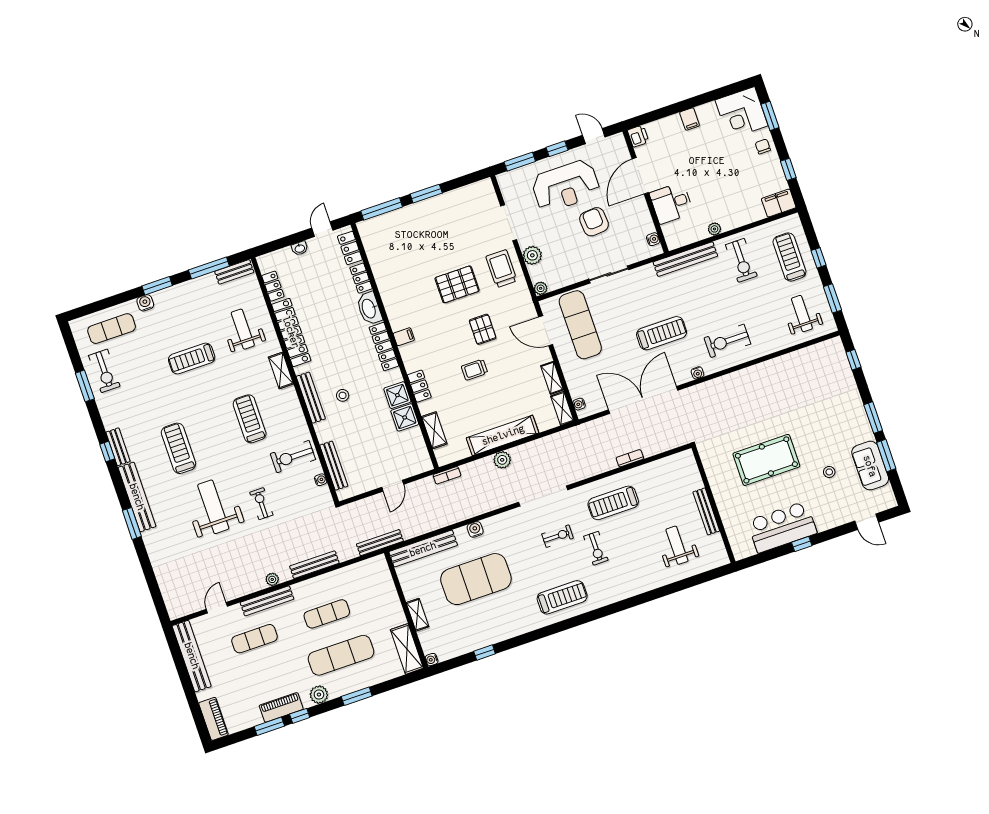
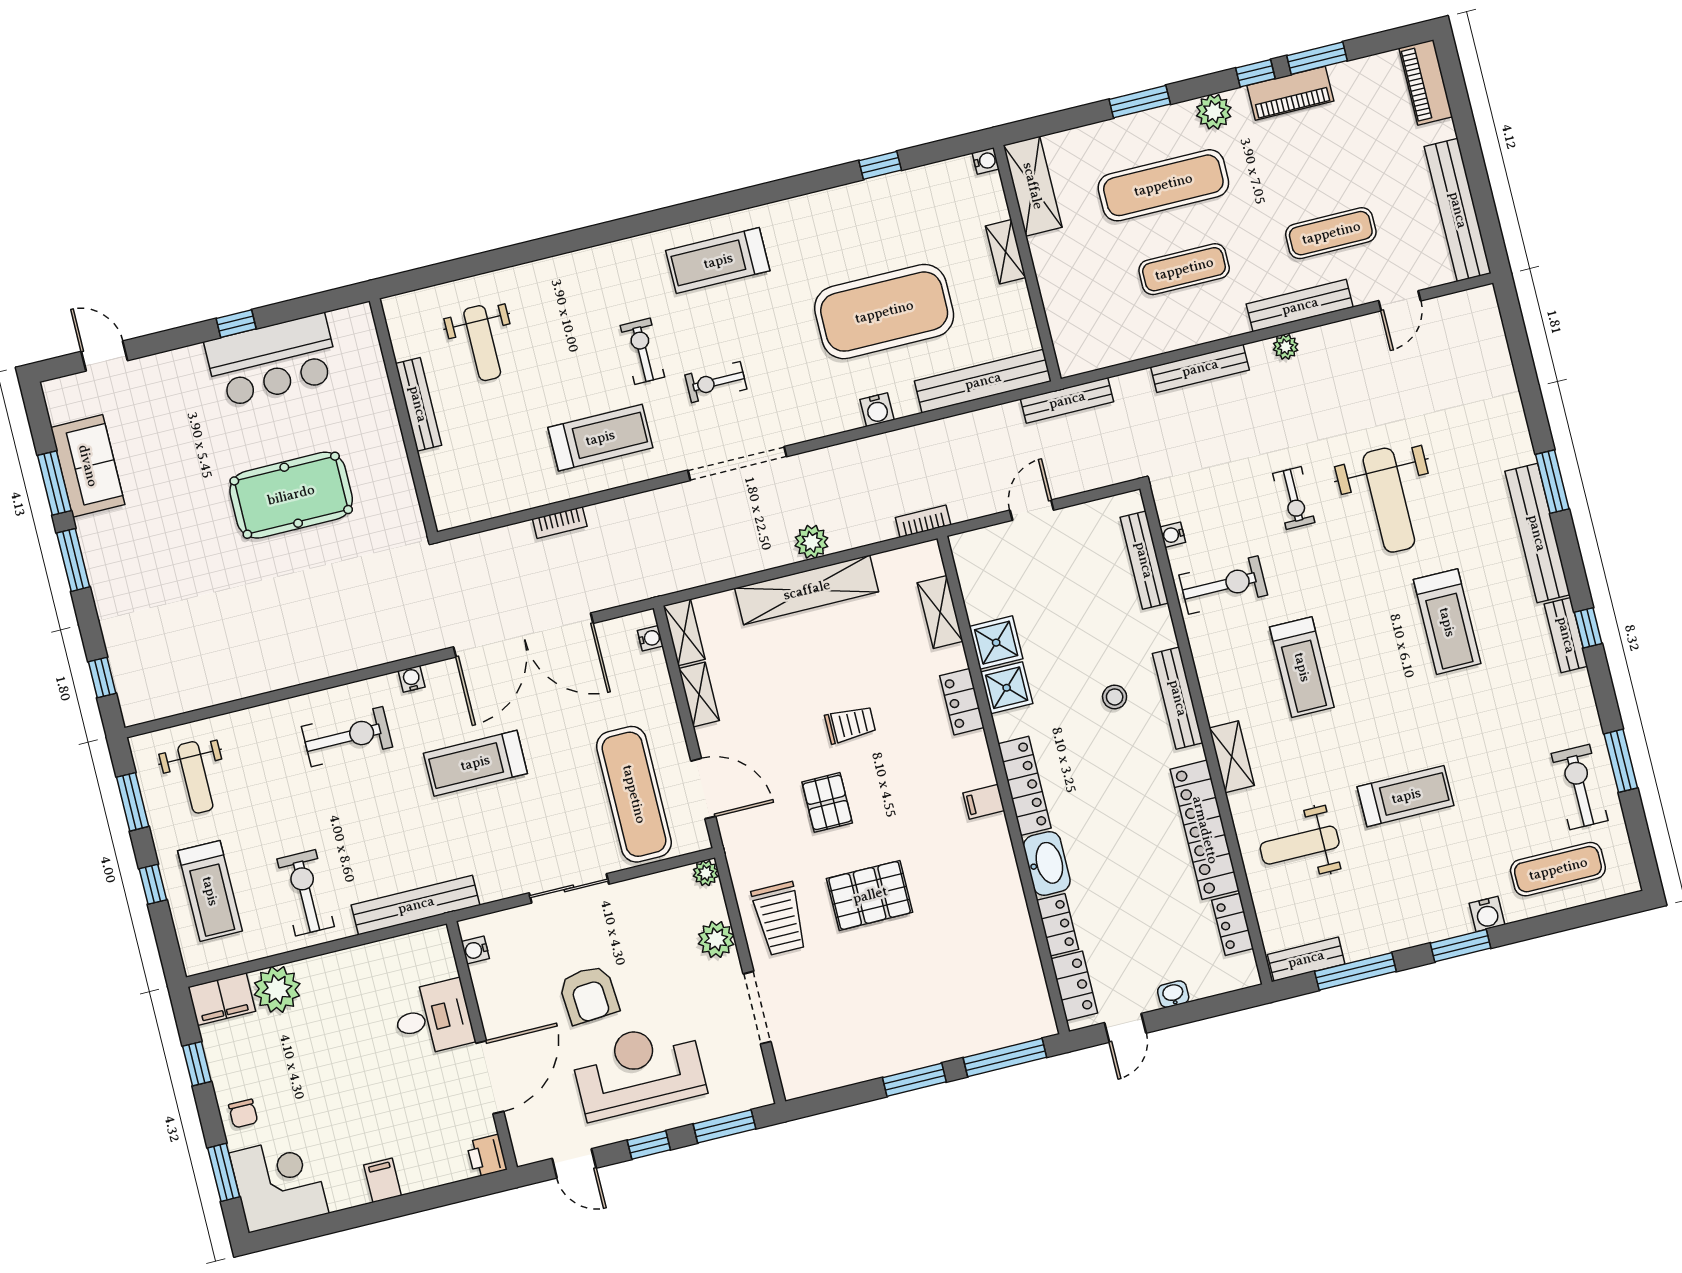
plant: (714, 229) -> (277, 989), moved, width x1.88, depth x1.88
weight bench: (243, 329) -> (1300, 845), turned 90
stool: (829, 472) -> (169, 461), removed

